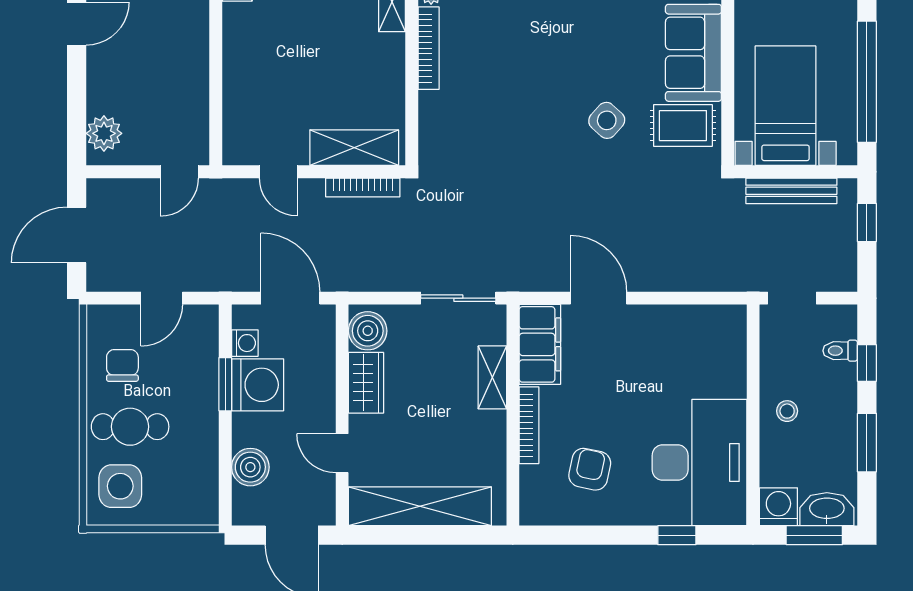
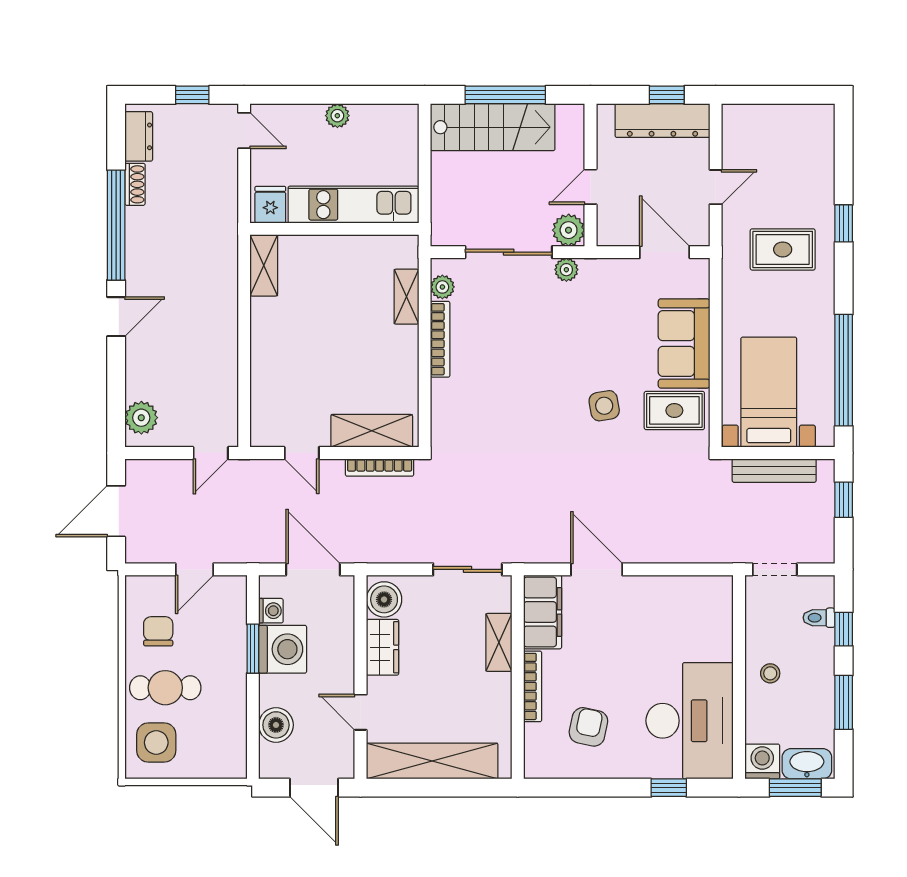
side table: (607, 120) -> (604, 406), turned 38

